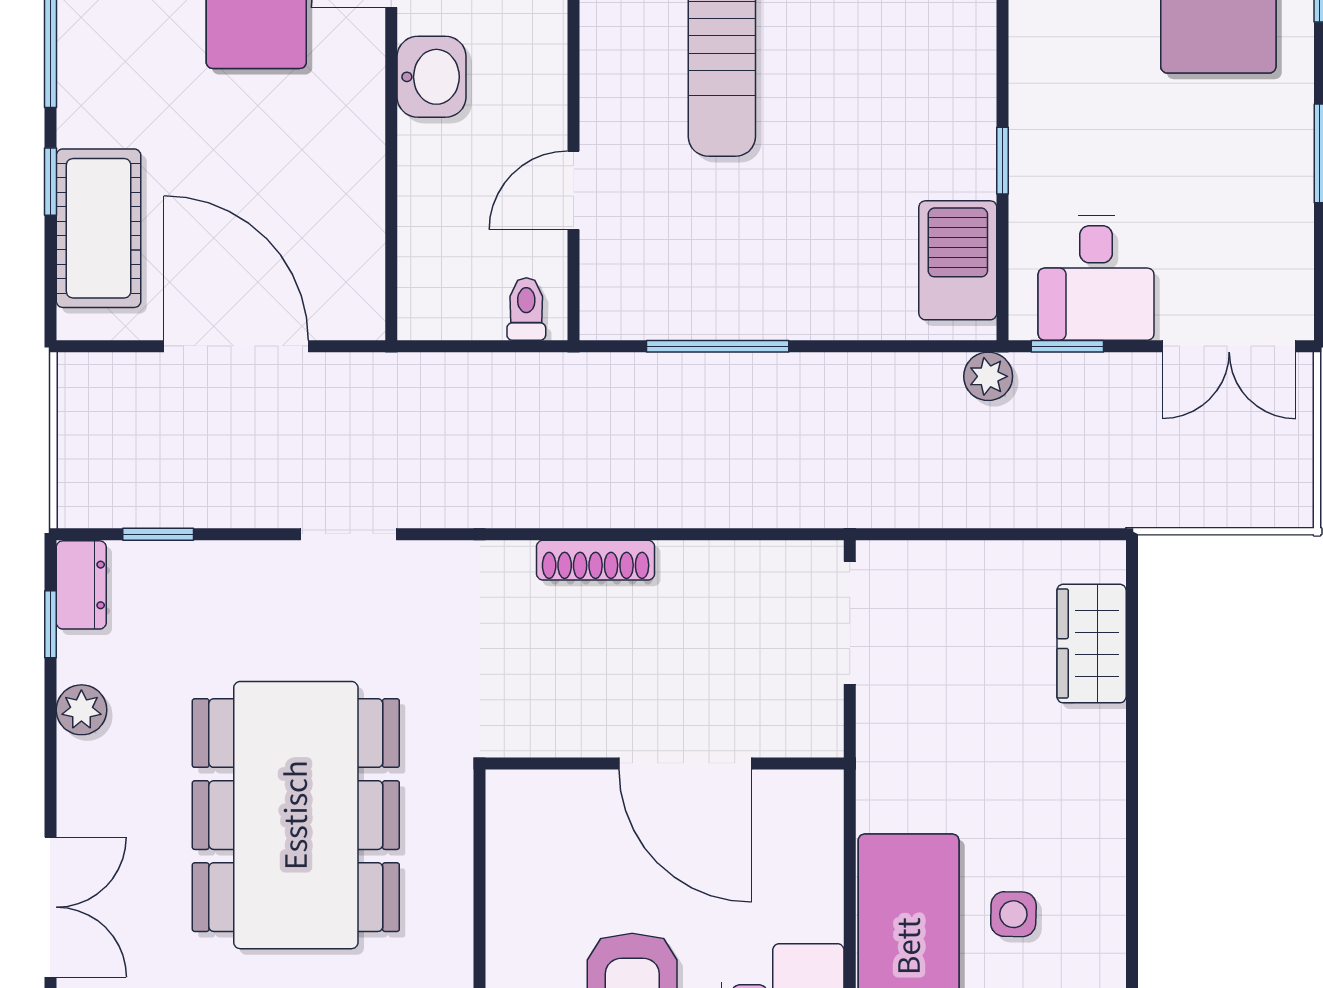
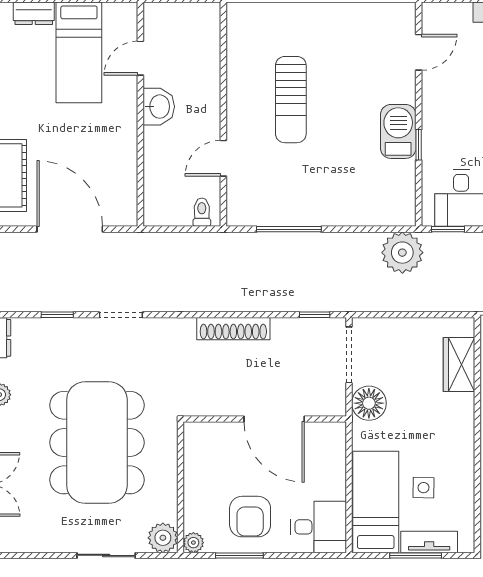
barbecue: (958, 260) -> (398, 131), moved
plant: (988, 376) -> (402, 253), width x1.88, depth x1.88
window: (158, 534) -> (57, 315), moved
window: (774, 534) -> (315, 315), added
shoe rack: (596, 560) -> (233, 329), width x1.36, depth x1.24
floor lamp: (894, 729) -> (369, 403), added

